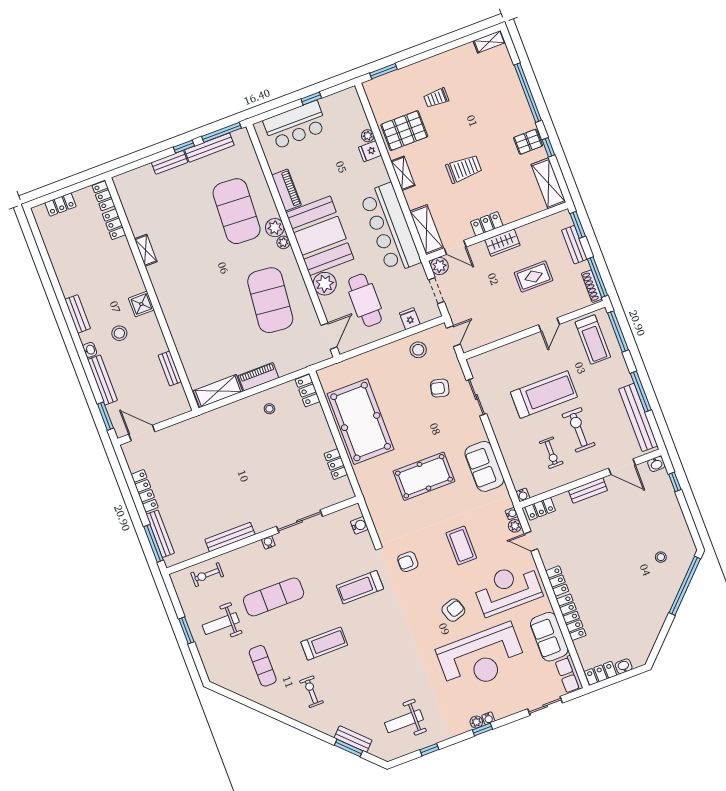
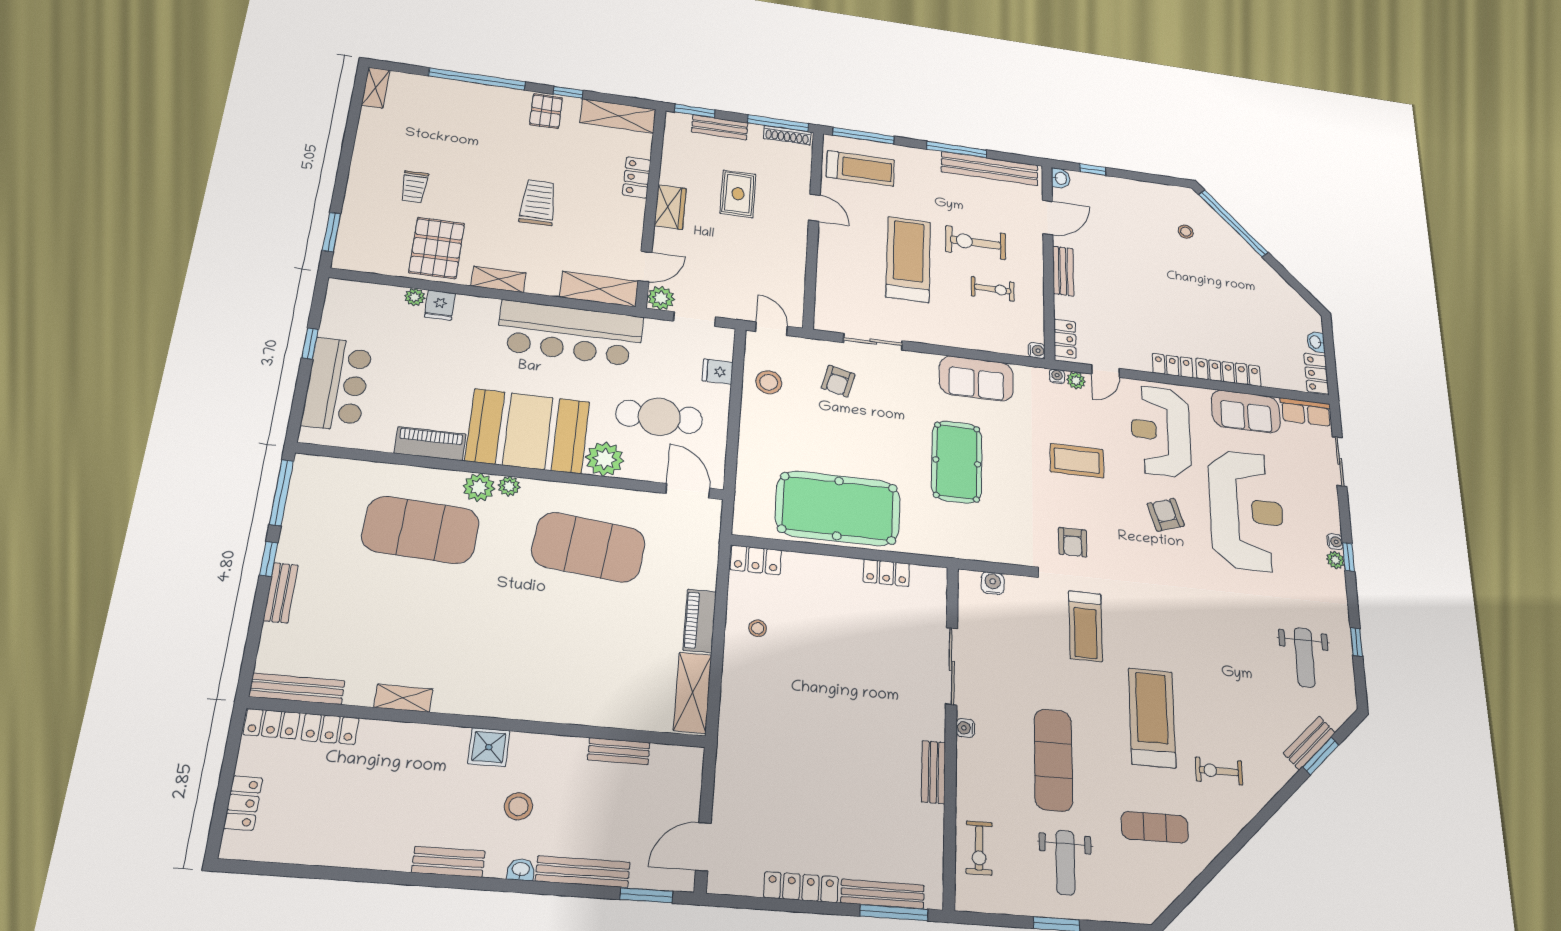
bench: (209, 148) -> (297, 689), moved, turned 90
locker: (487, 224) -> (637, 177), moved
bench: (230, 537) -> (933, 772), width x0.73
treadmill: (324, 644) -> (1152, 718), width x1.37, depth x1.38

